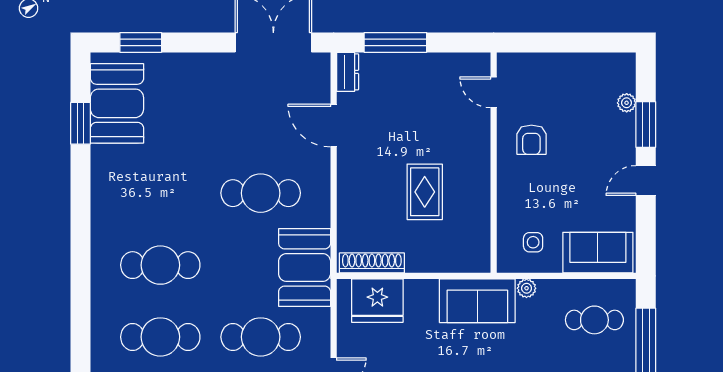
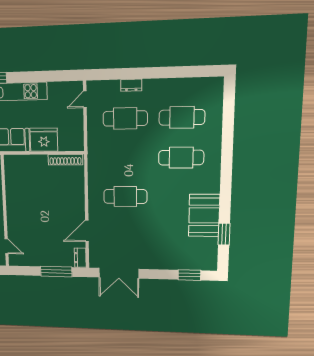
booth: (117, 103) -> (204, 215), moved
door: (334, 126) -> (87, 231), swing flipped
rug: (425, 192) -> (39, 197), removed
booth: (305, 267) -> (101, 157), removed
fridge: (377, 301) -> (44, 140), moved

